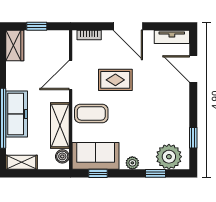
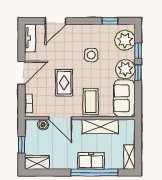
freezer: (17, 114) -> (91, 161), width x0.71
side table: (150, 114) -> (91, 55), added
boiler: (62, 156) -> (43, 125), moved
plant: (132, 163) -> (125, 69), width x1.88, depth x1.88
window: (98, 173) -> (138, 73), moved

